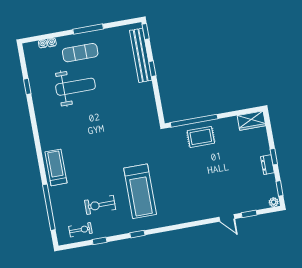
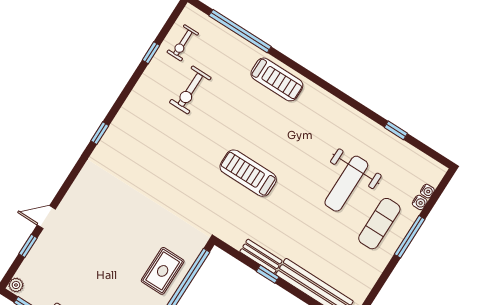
window: (88, 29) -> (410, 237), moved
window: (152, 69) -> (268, 274), moved
bench: (149, 96) -> (261, 256), added
treadmill: (140, 191) -> (248, 173), moved, width x0.73, depth x0.73
exercise bike: (100, 205) -> (190, 90), turned 180
window: (137, 234) -> (100, 133), moved

